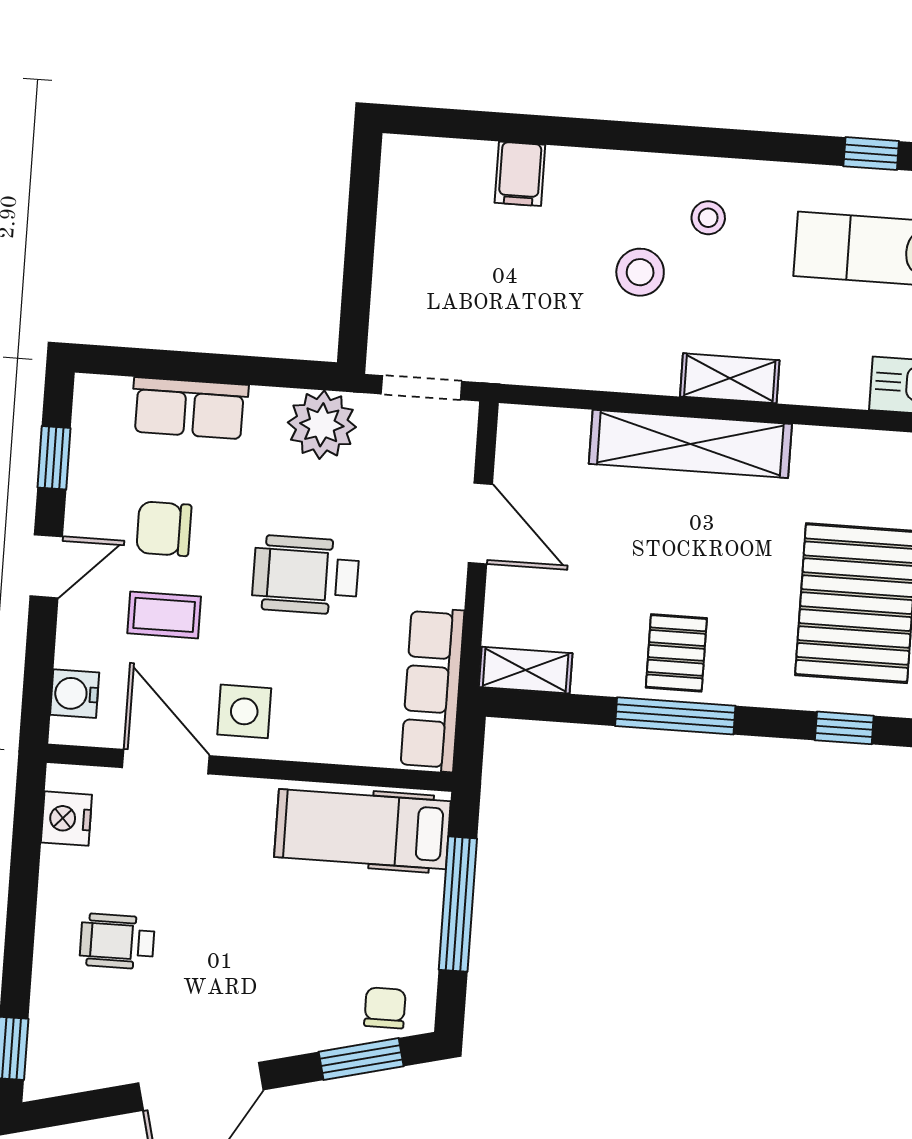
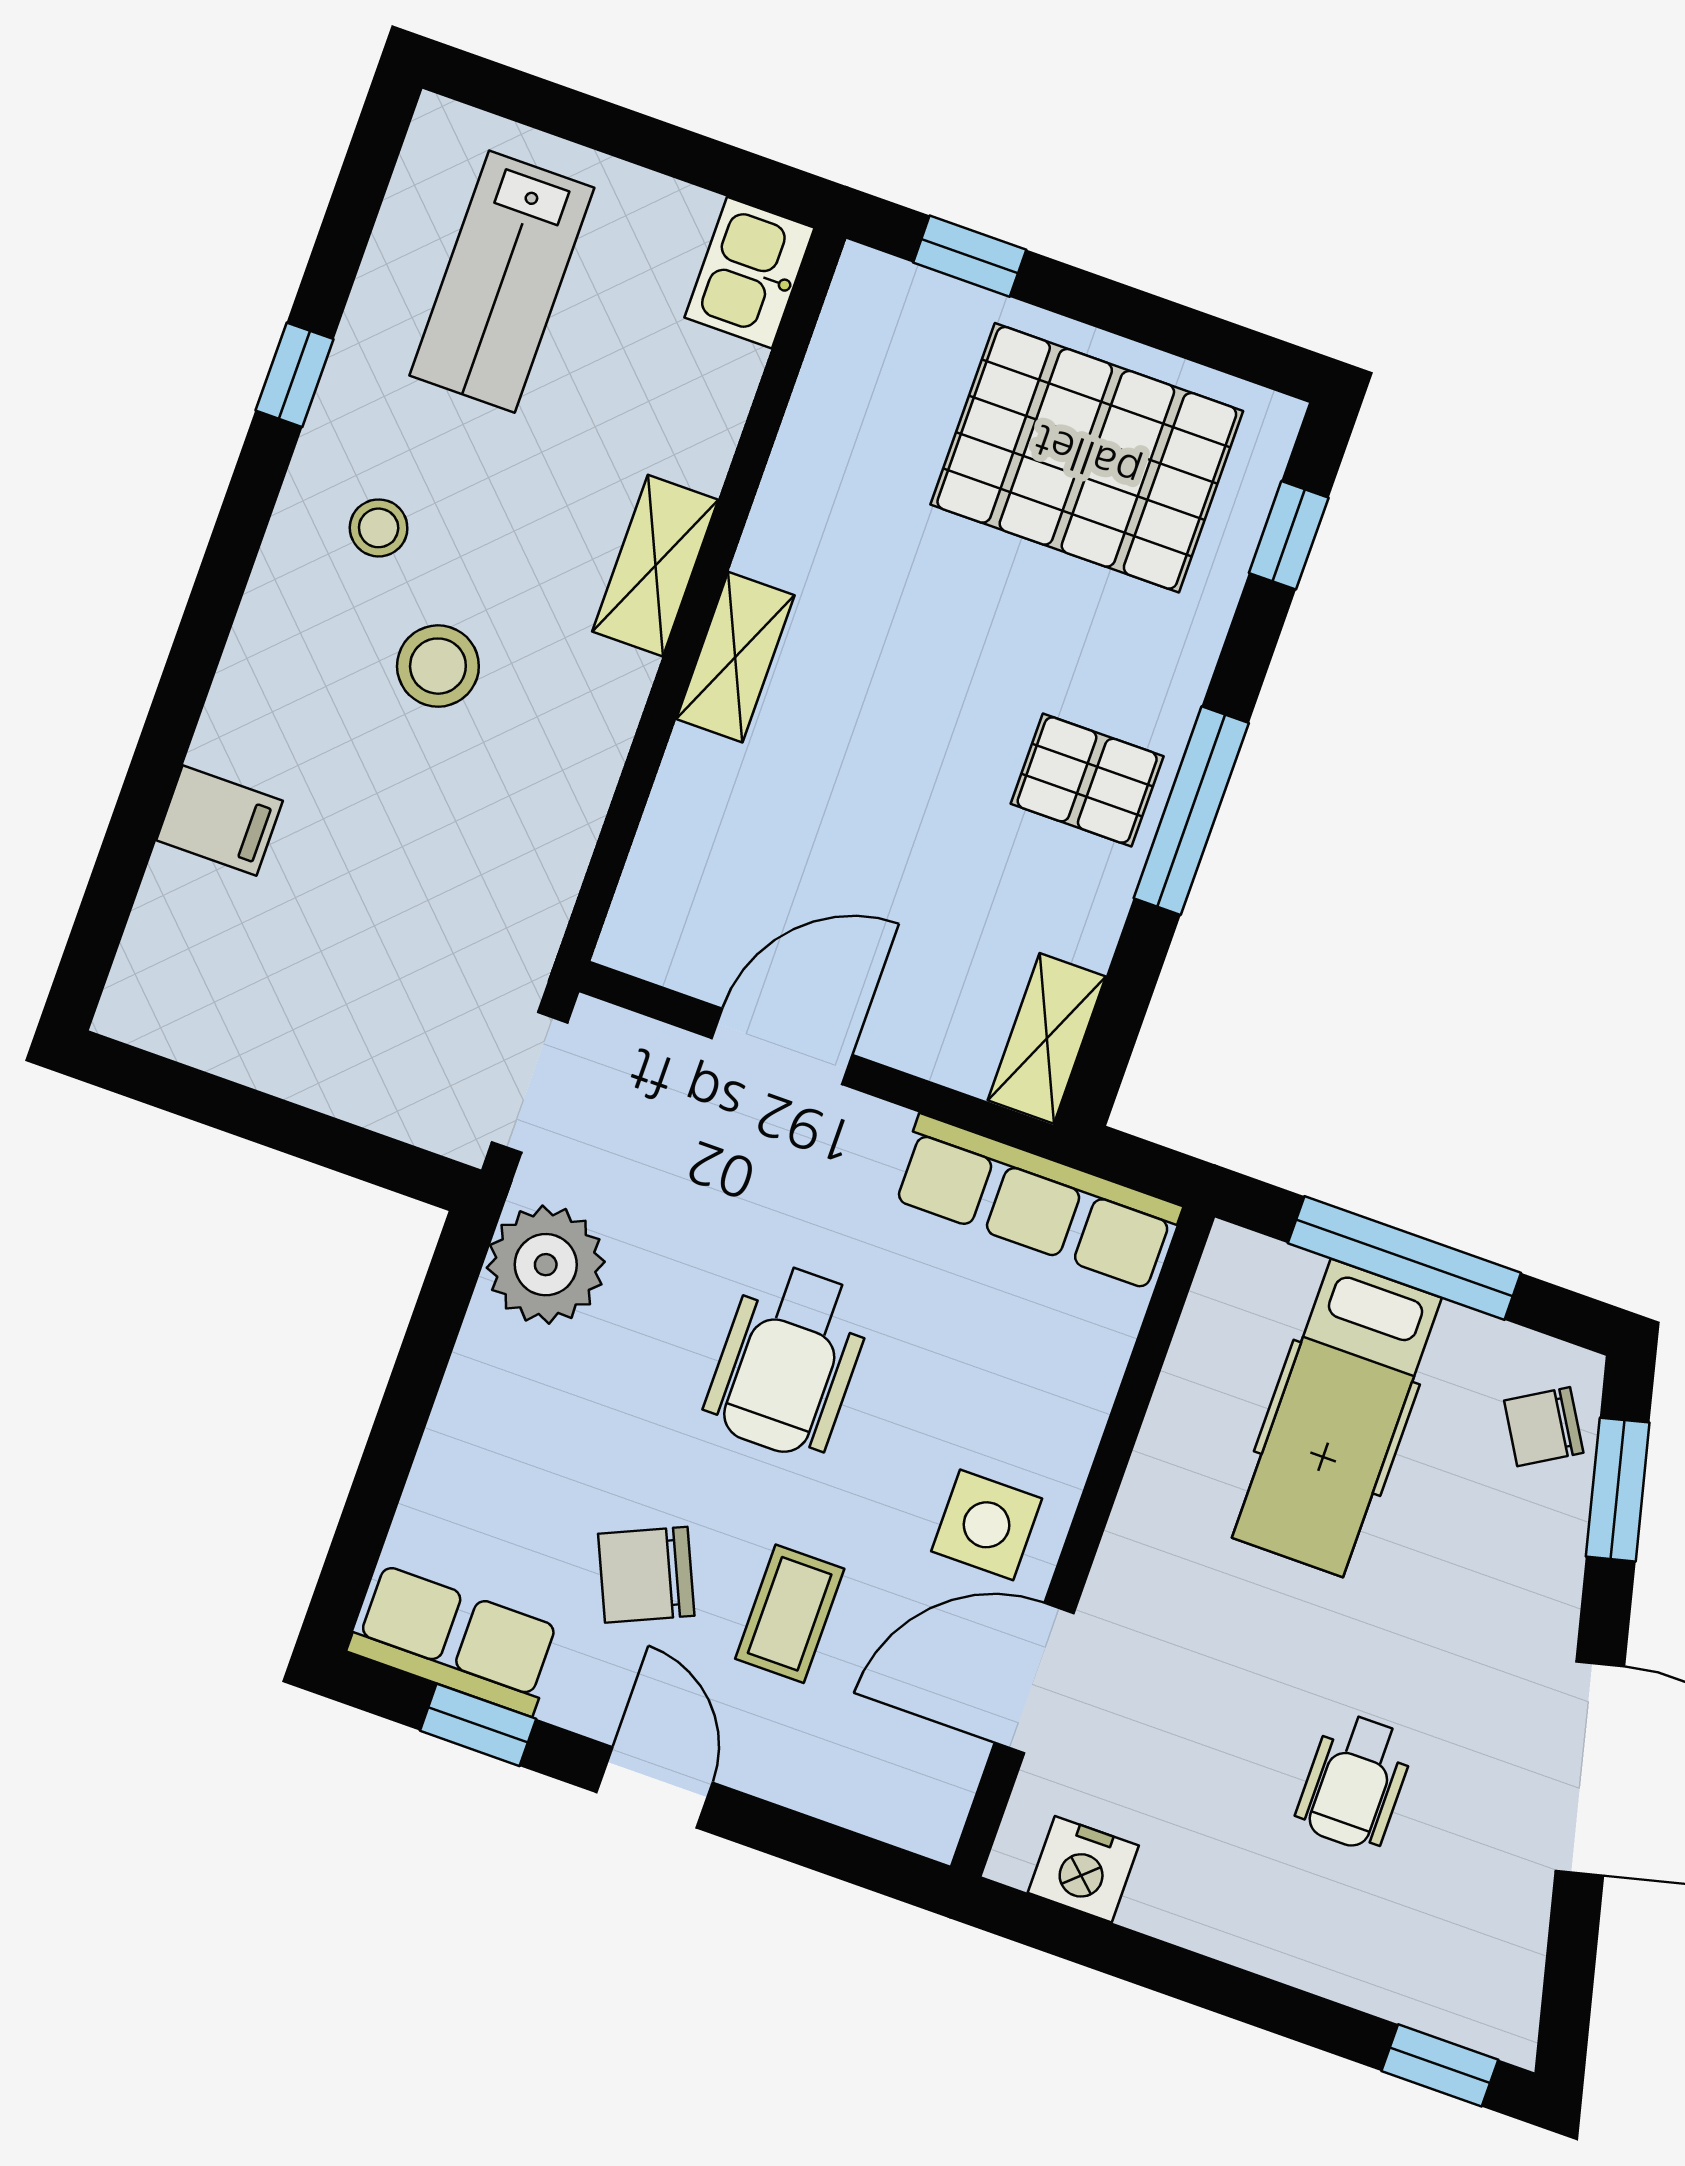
window: (871, 154) -> (294, 375), moved
row of seats: (190, 408) -> (455, 1640), moved, turned -90
shelving: (690, 444) -> (735, 657), width x0.45, depth x0.75
chair: (164, 529) -> (646, 1575), turned 66
water cooler: (75, 694) -> (879, 1799), removed
hospital bed: (362, 829) -> (1337, 1418), moved
wheelchair: (117, 941) -> (1355, 1782), moved
chair: (385, 1008) -> (1544, 1427), turned -31

